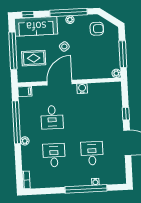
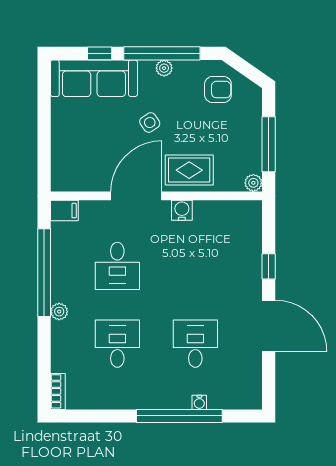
window: (28, 15) -> (100, 53), moved
window: (13, 51) -> (44, 126), removed
rug: (34, 58) -> (189, 170), moved

